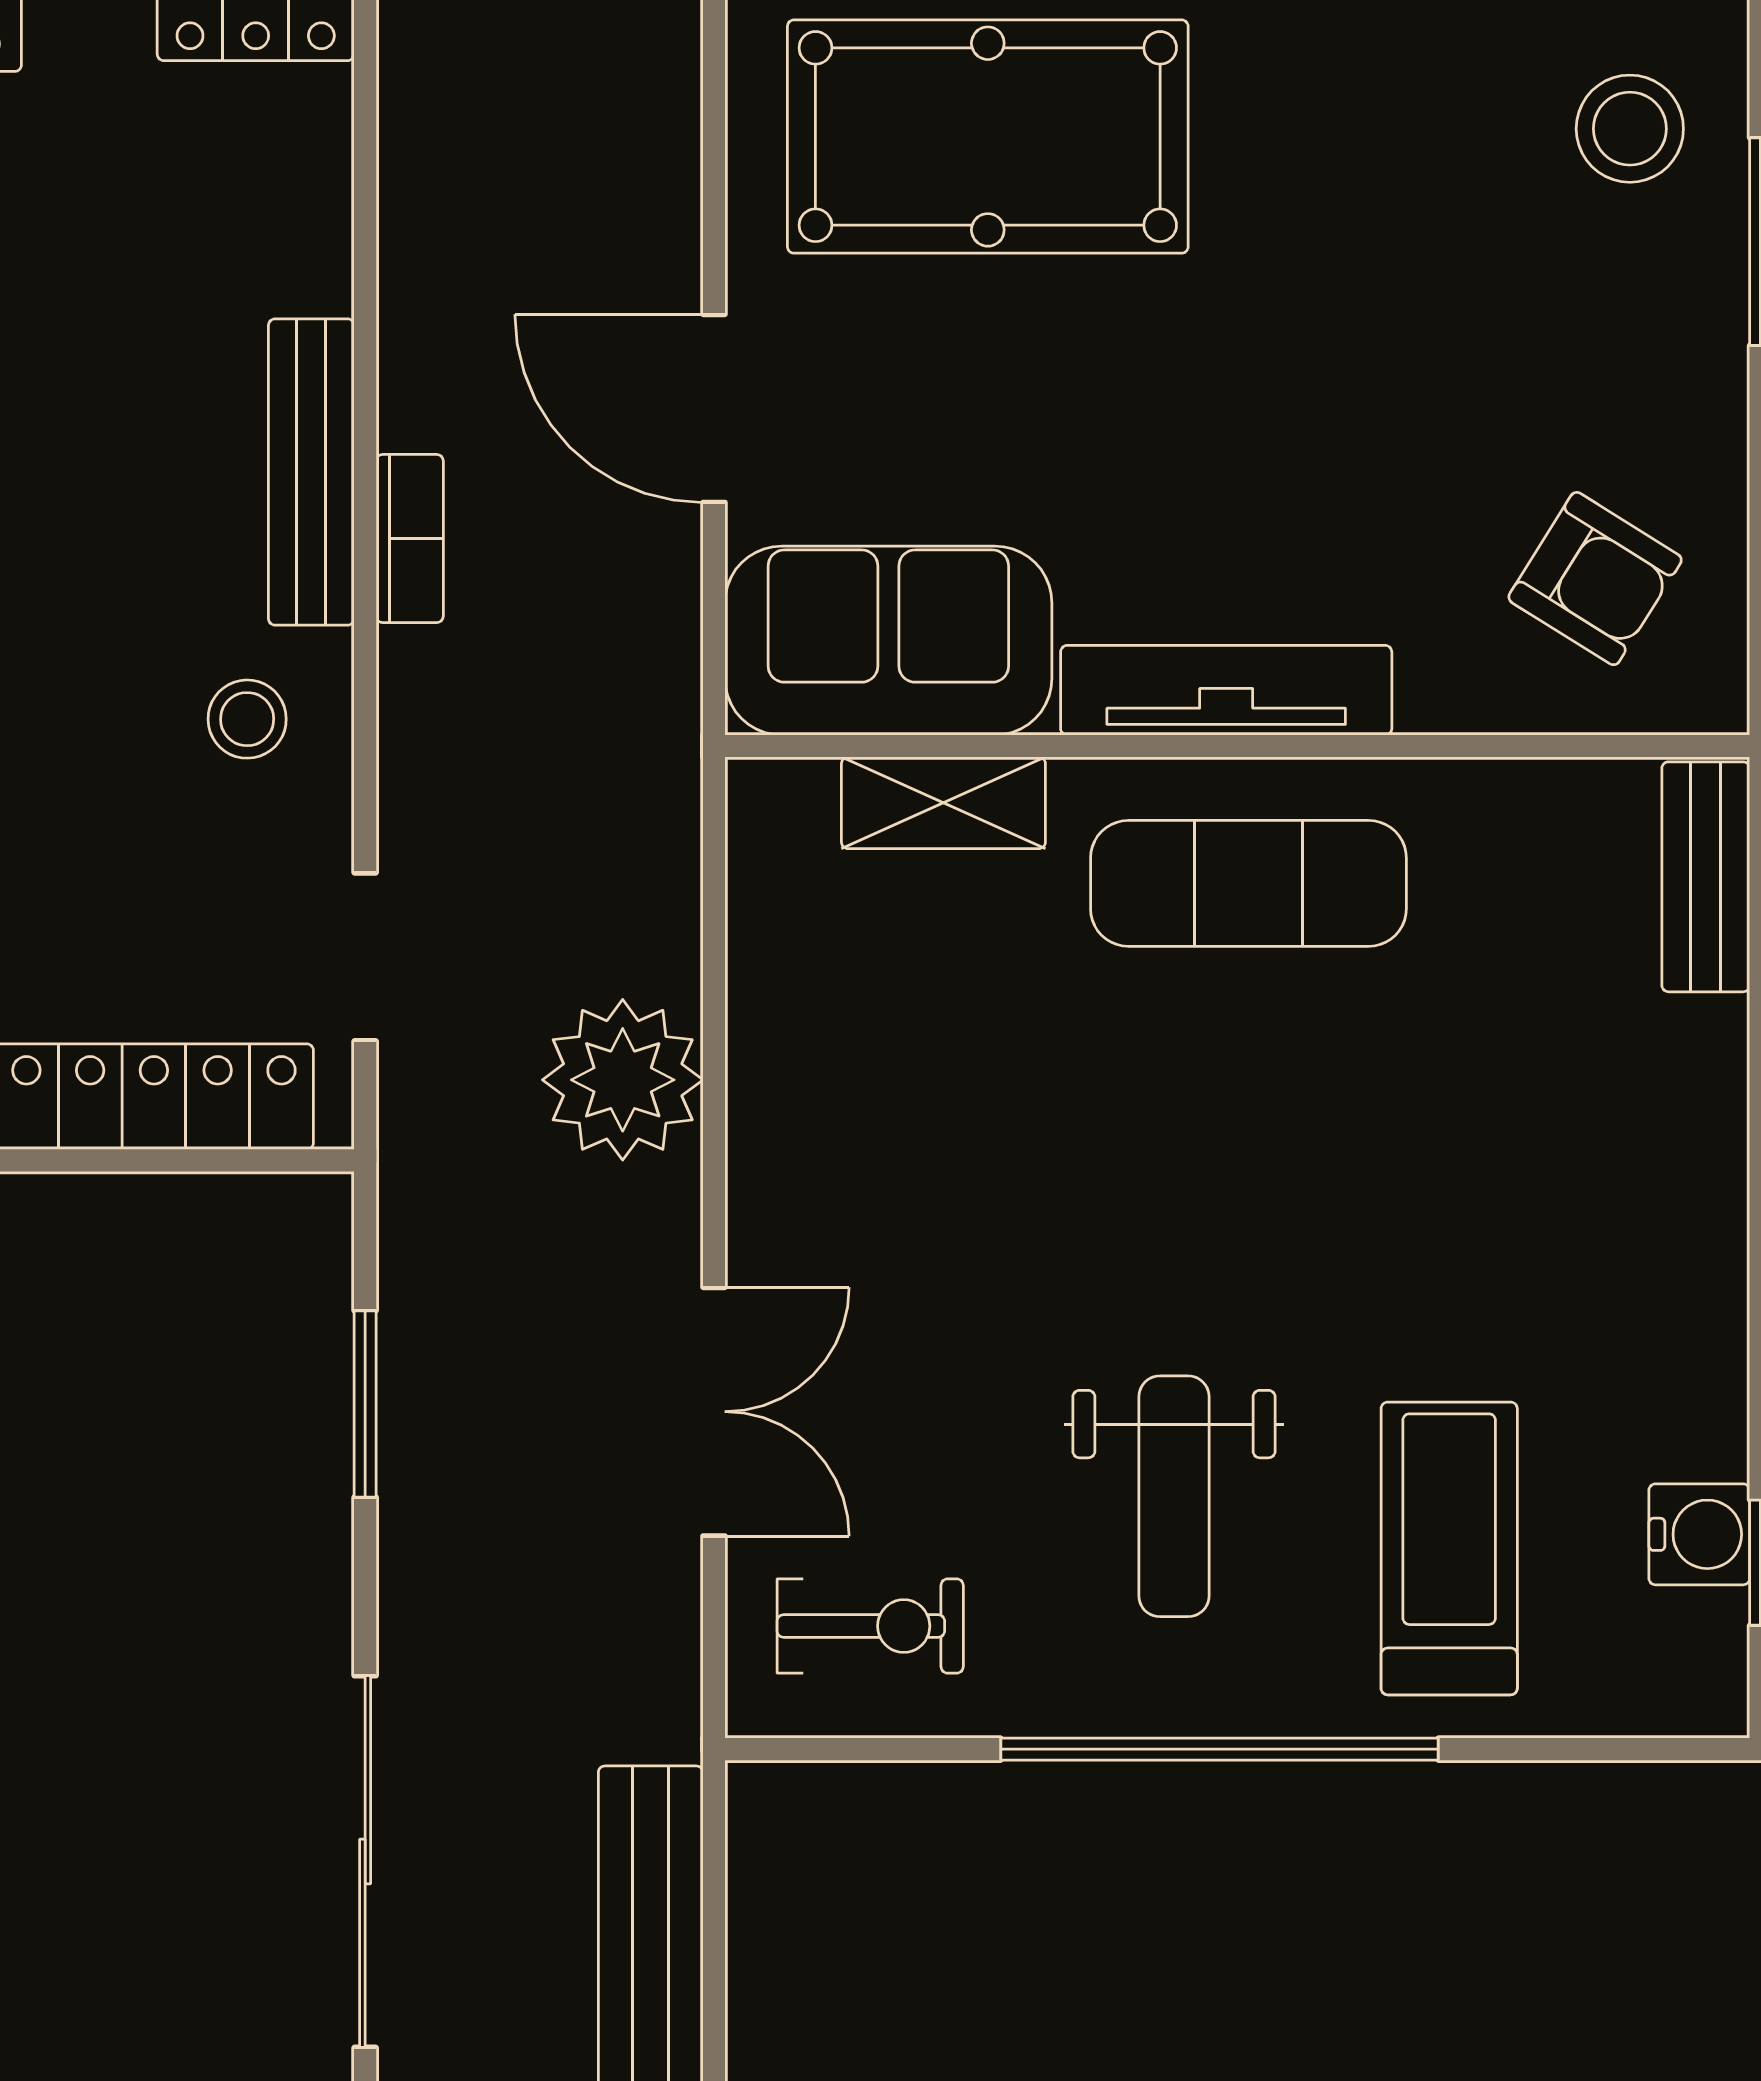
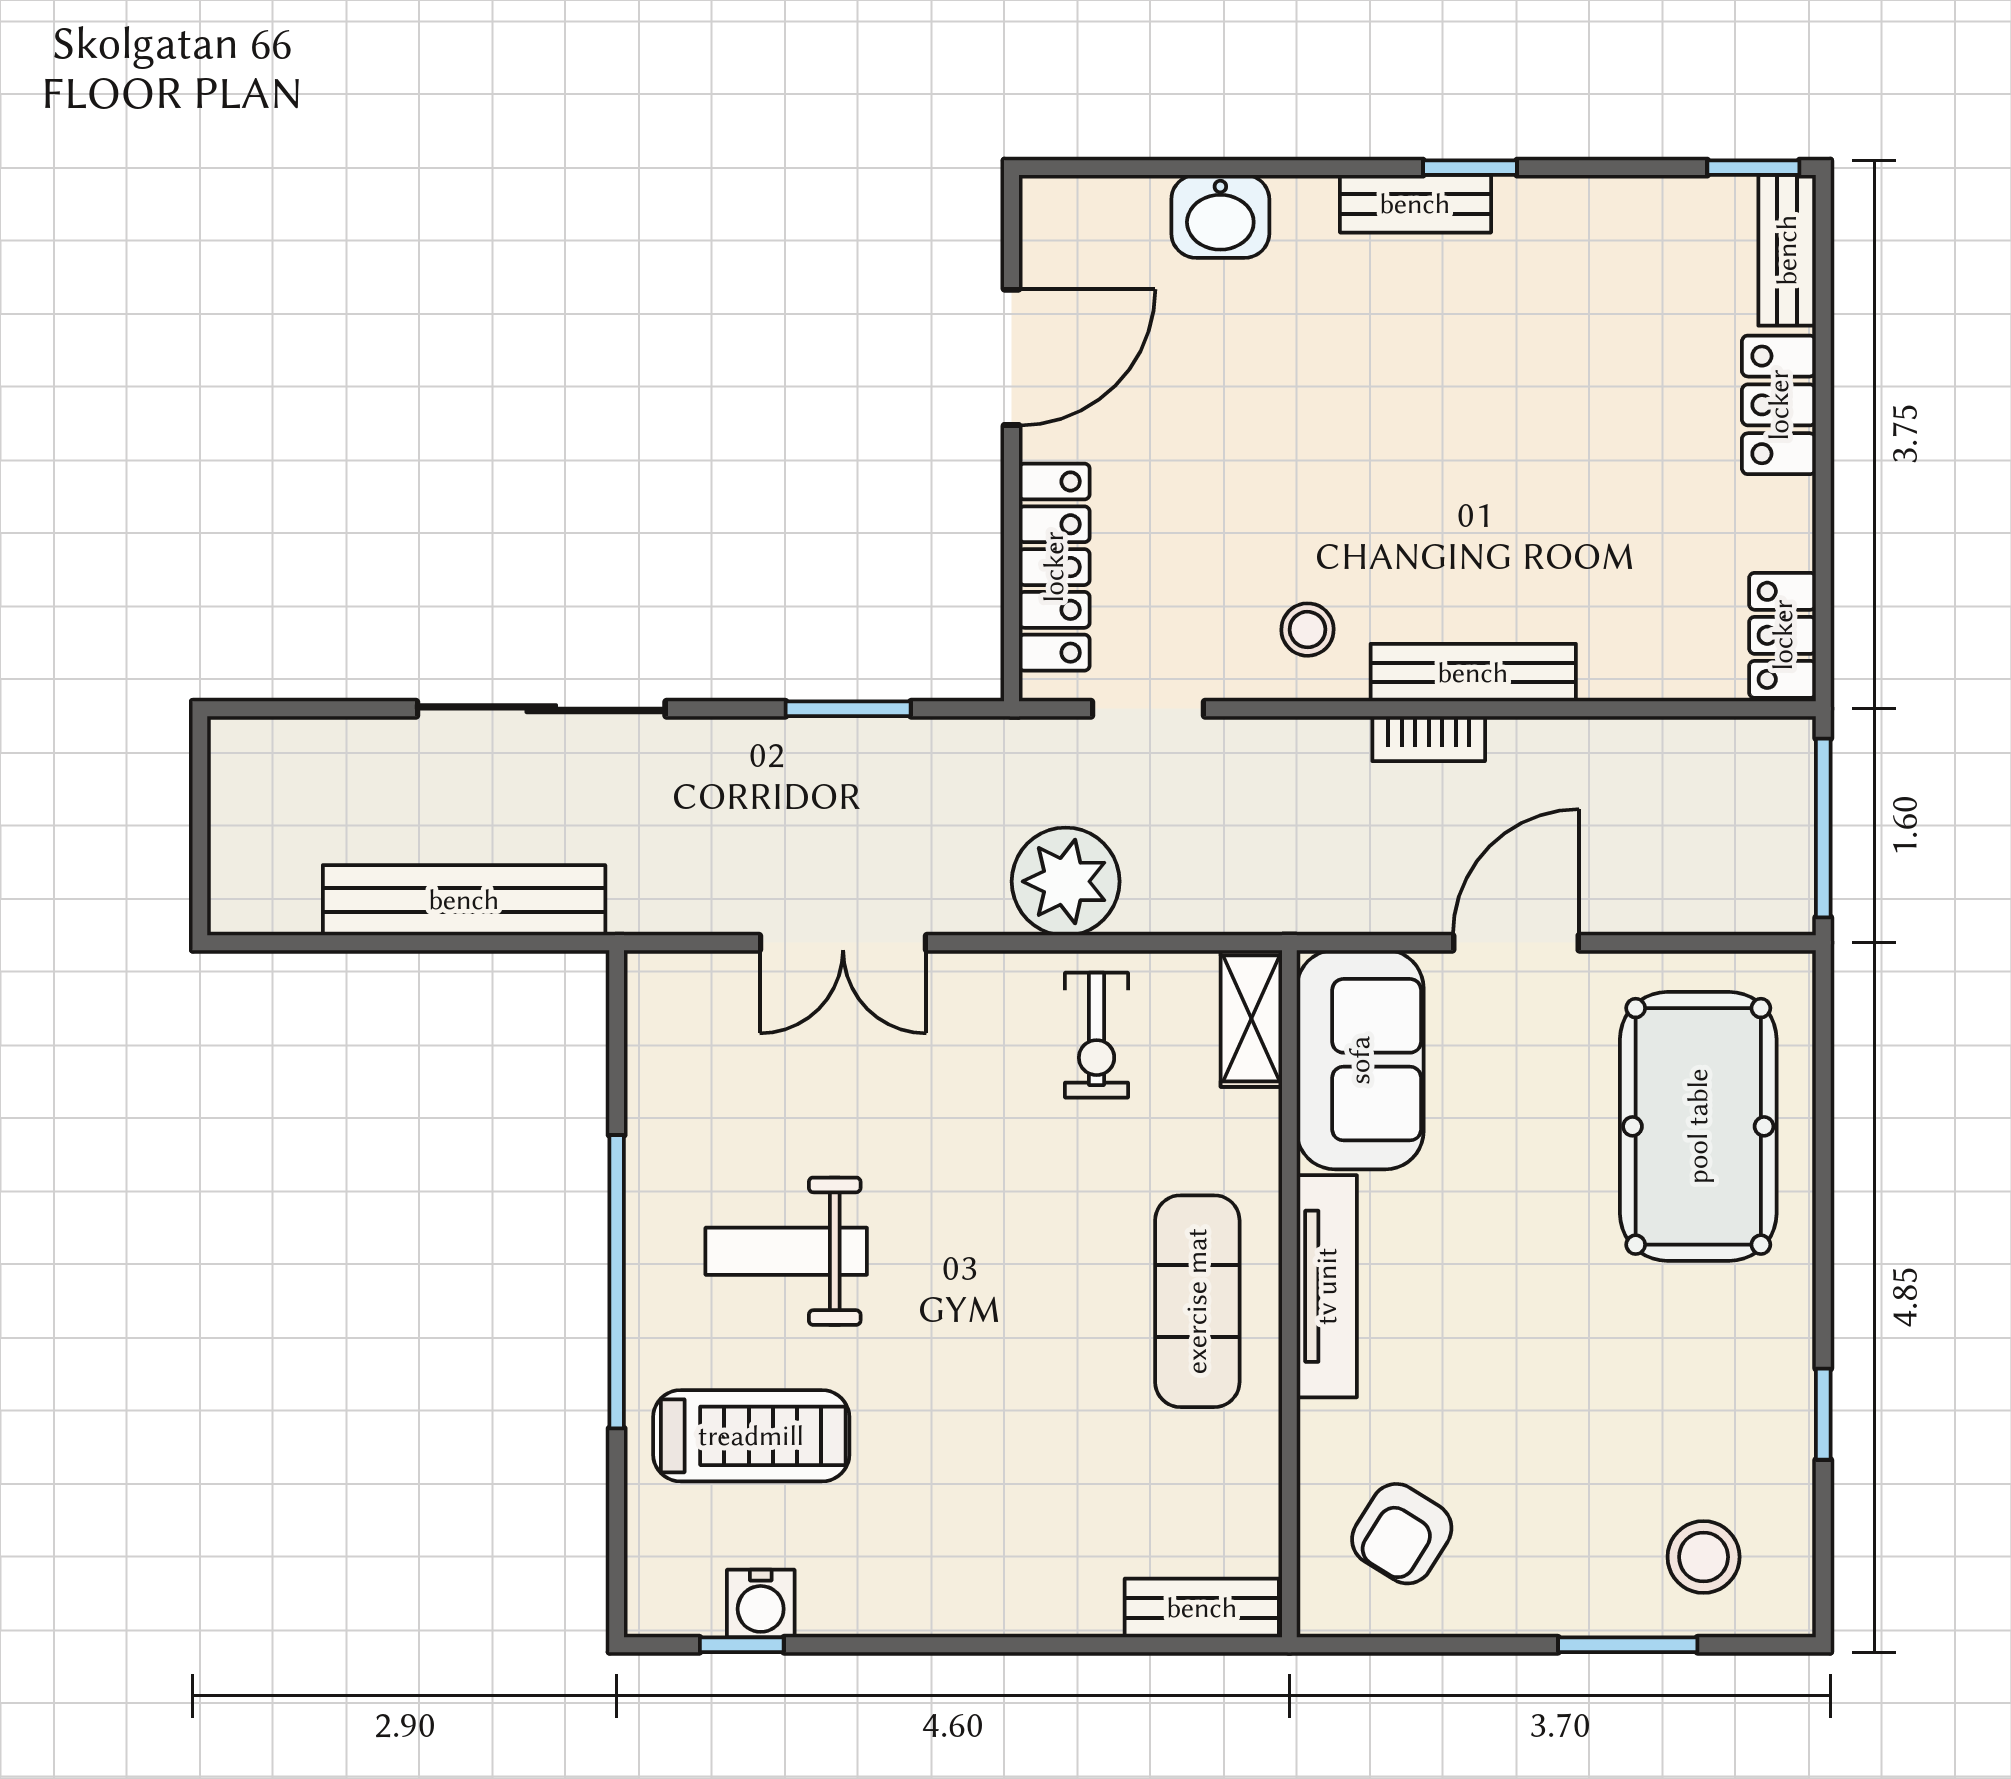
shelving: (943, 803) -> (1251, 1018), moved
exercise bike: (870, 1626) -> (1097, 1035), moved

